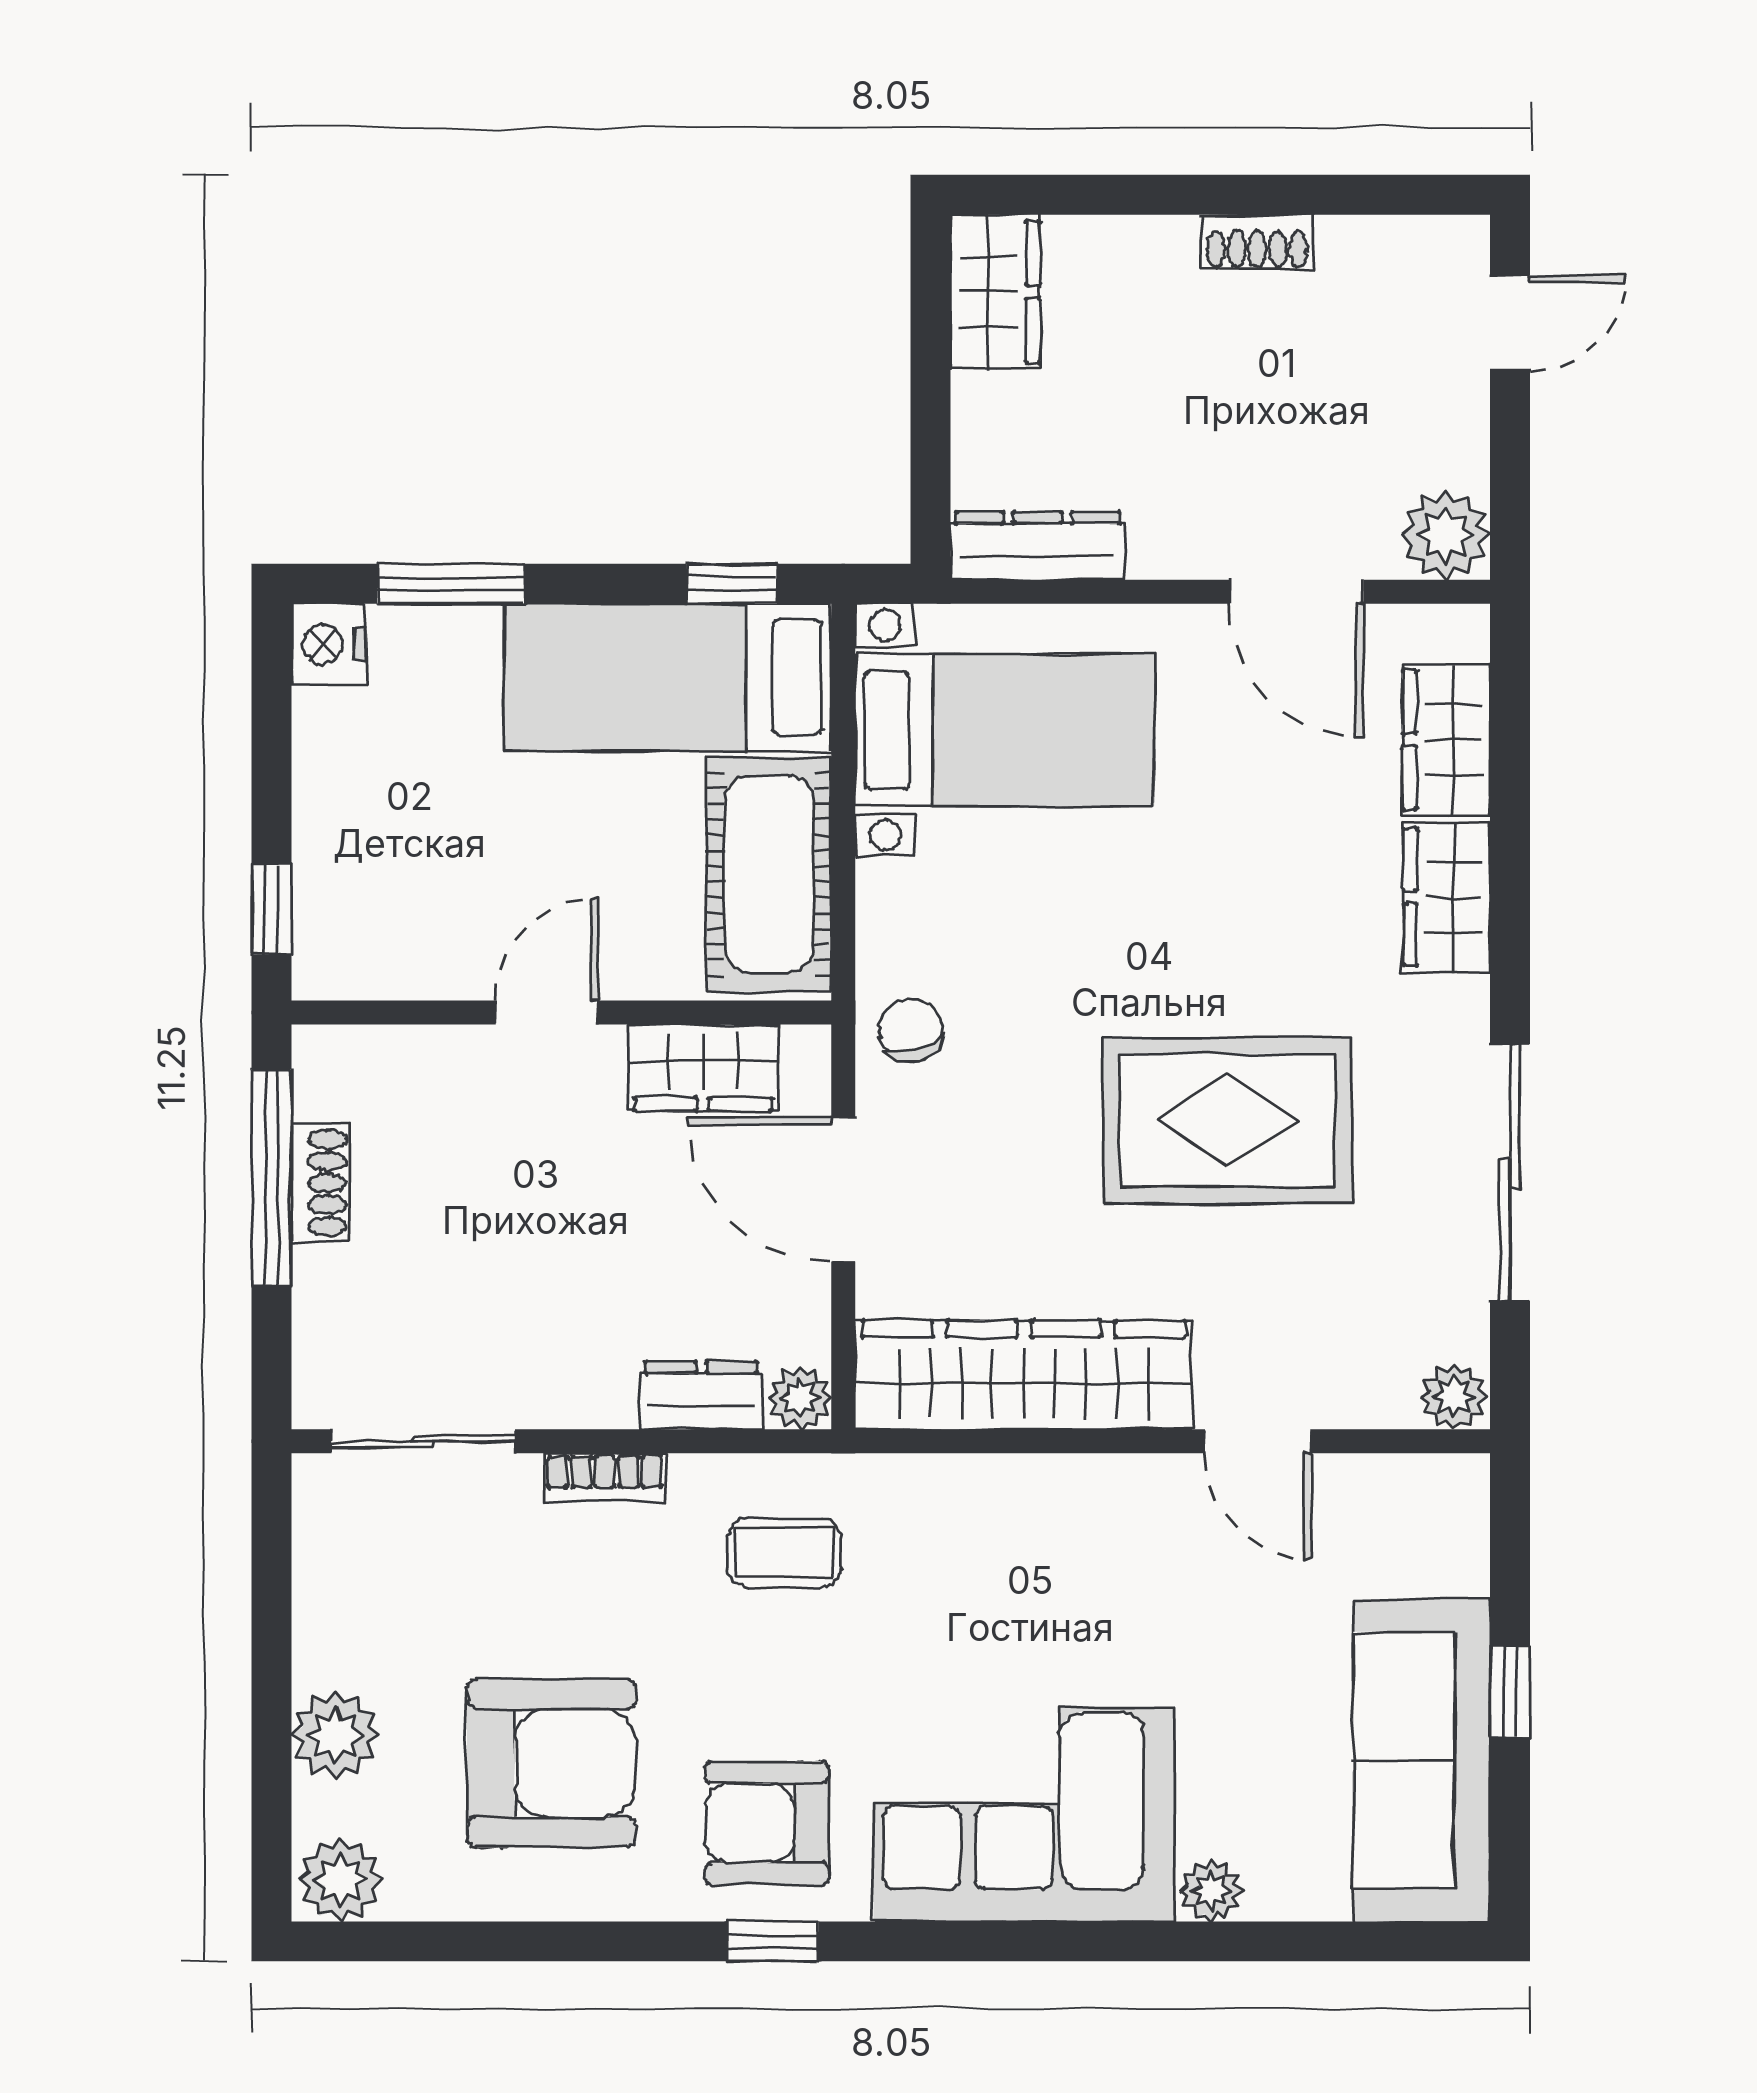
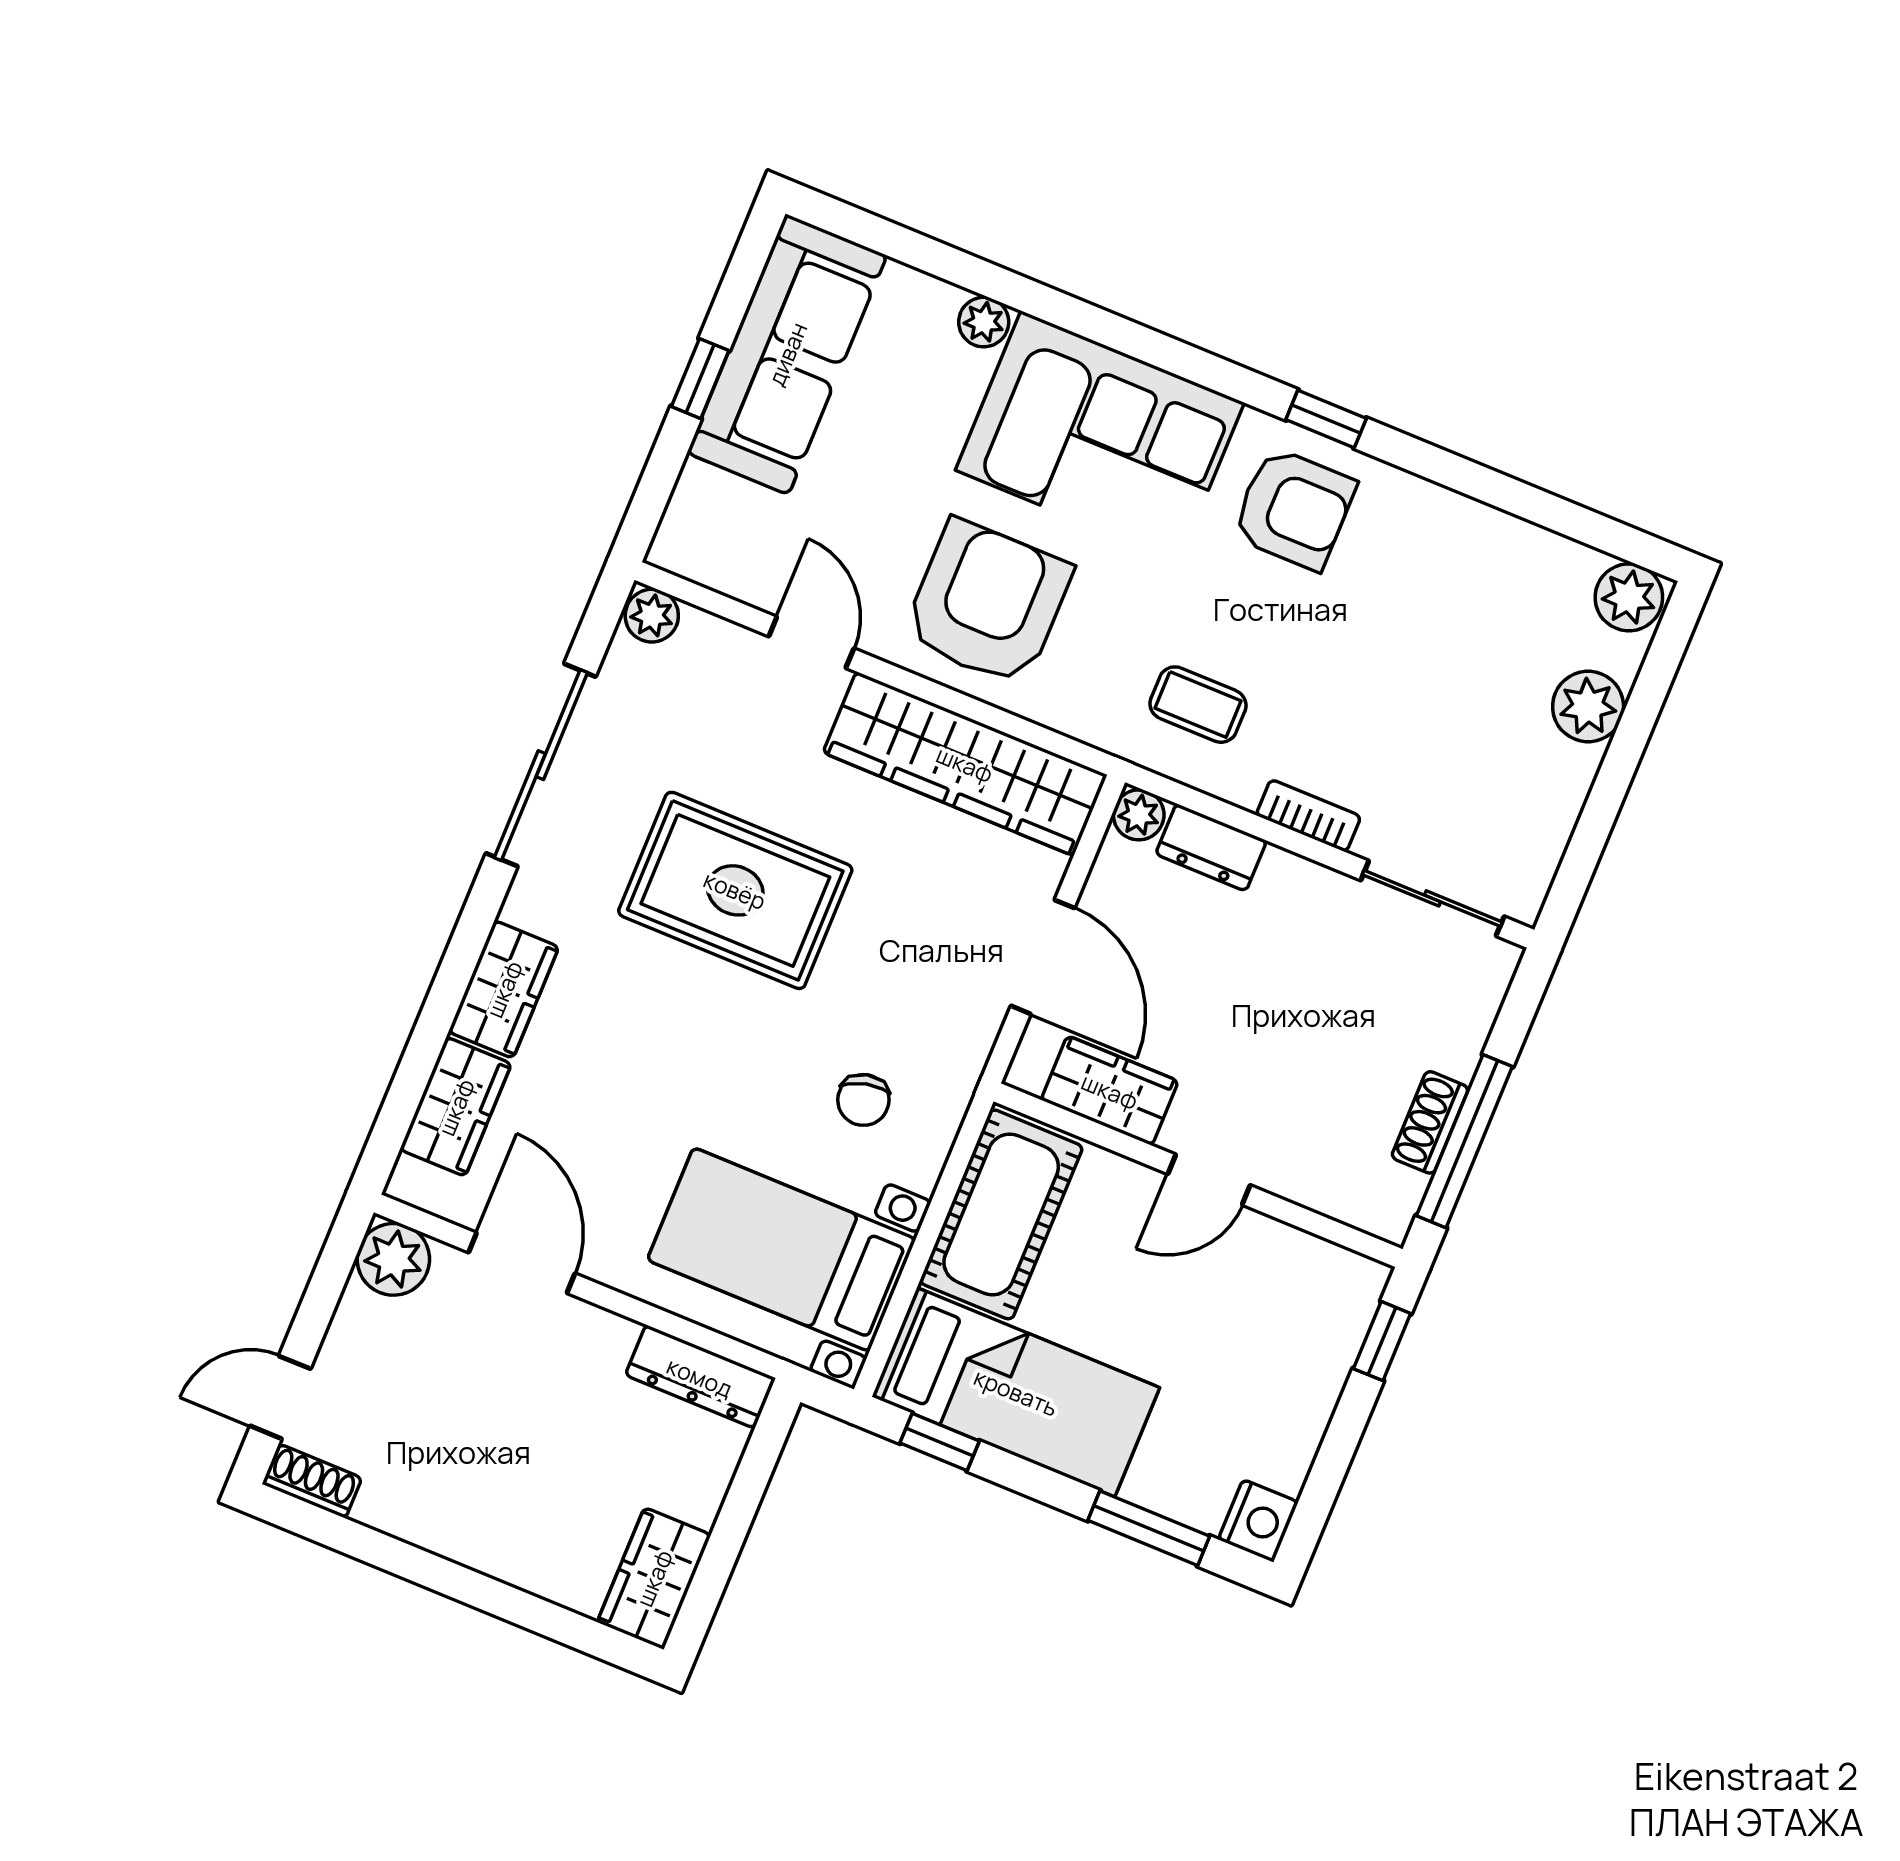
shoe rack: (1257, 242) -> (312, 1481), moved
chair: (911, 1030) -> (863, 1100), moved
armchair: (551, 1763) -> (987, 603), moved, turned 90

